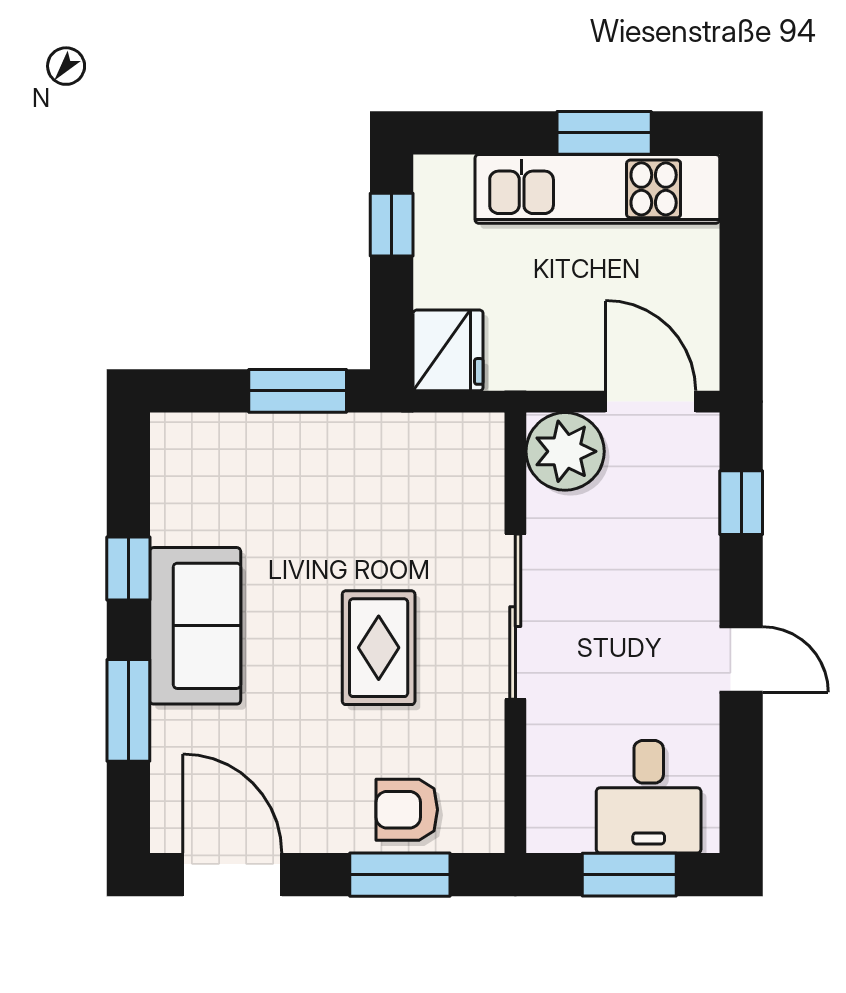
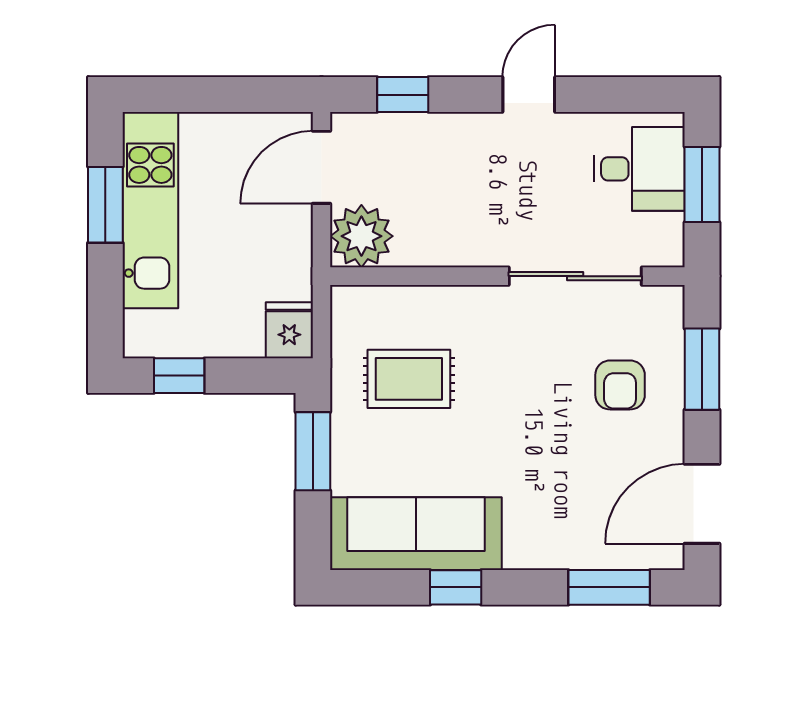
fridge: (448, 350) -> (289, 330), width x0.72
sliding door: (515, 617) -> (575, 276), moved
sofa: (195, 626) -> (416, 534), moved, width x1.36
rug: (379, 648) -> (409, 379), moved
window: (128, 710) -> (609, 587), moved
armchair: (407, 810) -> (620, 385), moved

